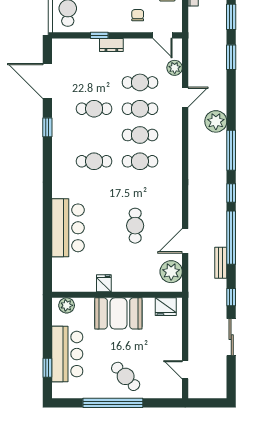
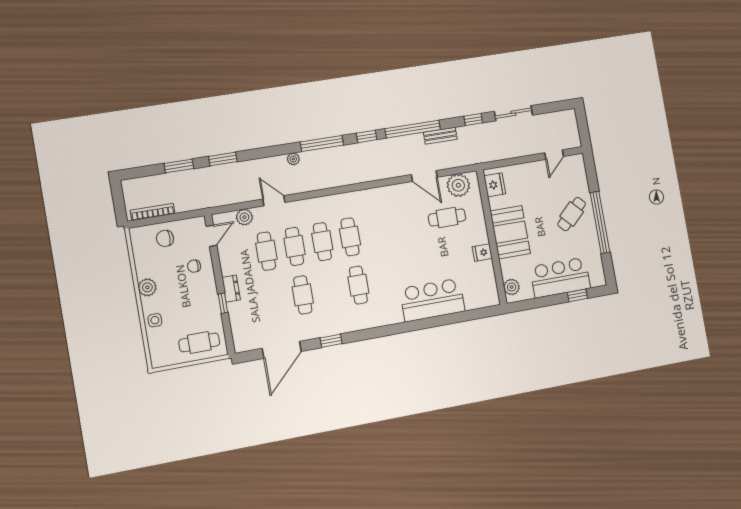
plant: (216, 121) -> (293, 159), width x0.53, depth x0.53
cafe table: (135, 226) -> (447, 217), moved

